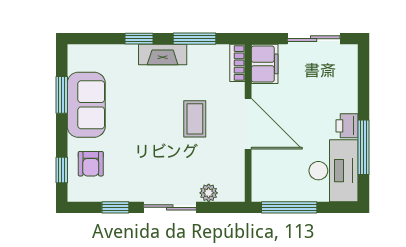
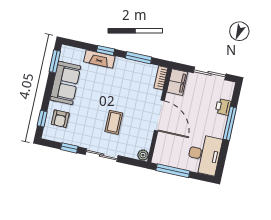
fireplace: (163, 54) -> (99, 59), moved
window: (62, 95) -> (55, 61), moved
coffee table: (195, 119) -> (114, 122), moved
printer: (347, 126) -> (223, 107), moved
window: (364, 147) -> (230, 123), moved
plant: (209, 193) -> (143, 155), moved

